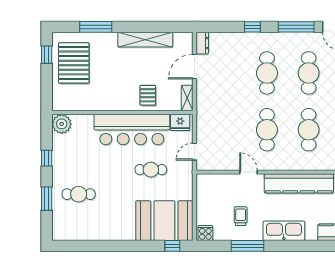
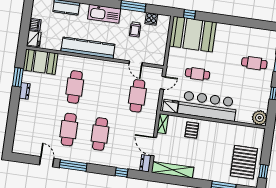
window: (252, 27) -> (121, 172), moved
shelving: (145, 40) -> (172, 170), moved
door: (195, 67) -> (154, 147), swing flipped
cafe table: (267, 130) -> (137, 96), moved
door: (249, 172) -> (136, 63), moved
cooker: (205, 233) -> (151, 19), moved

